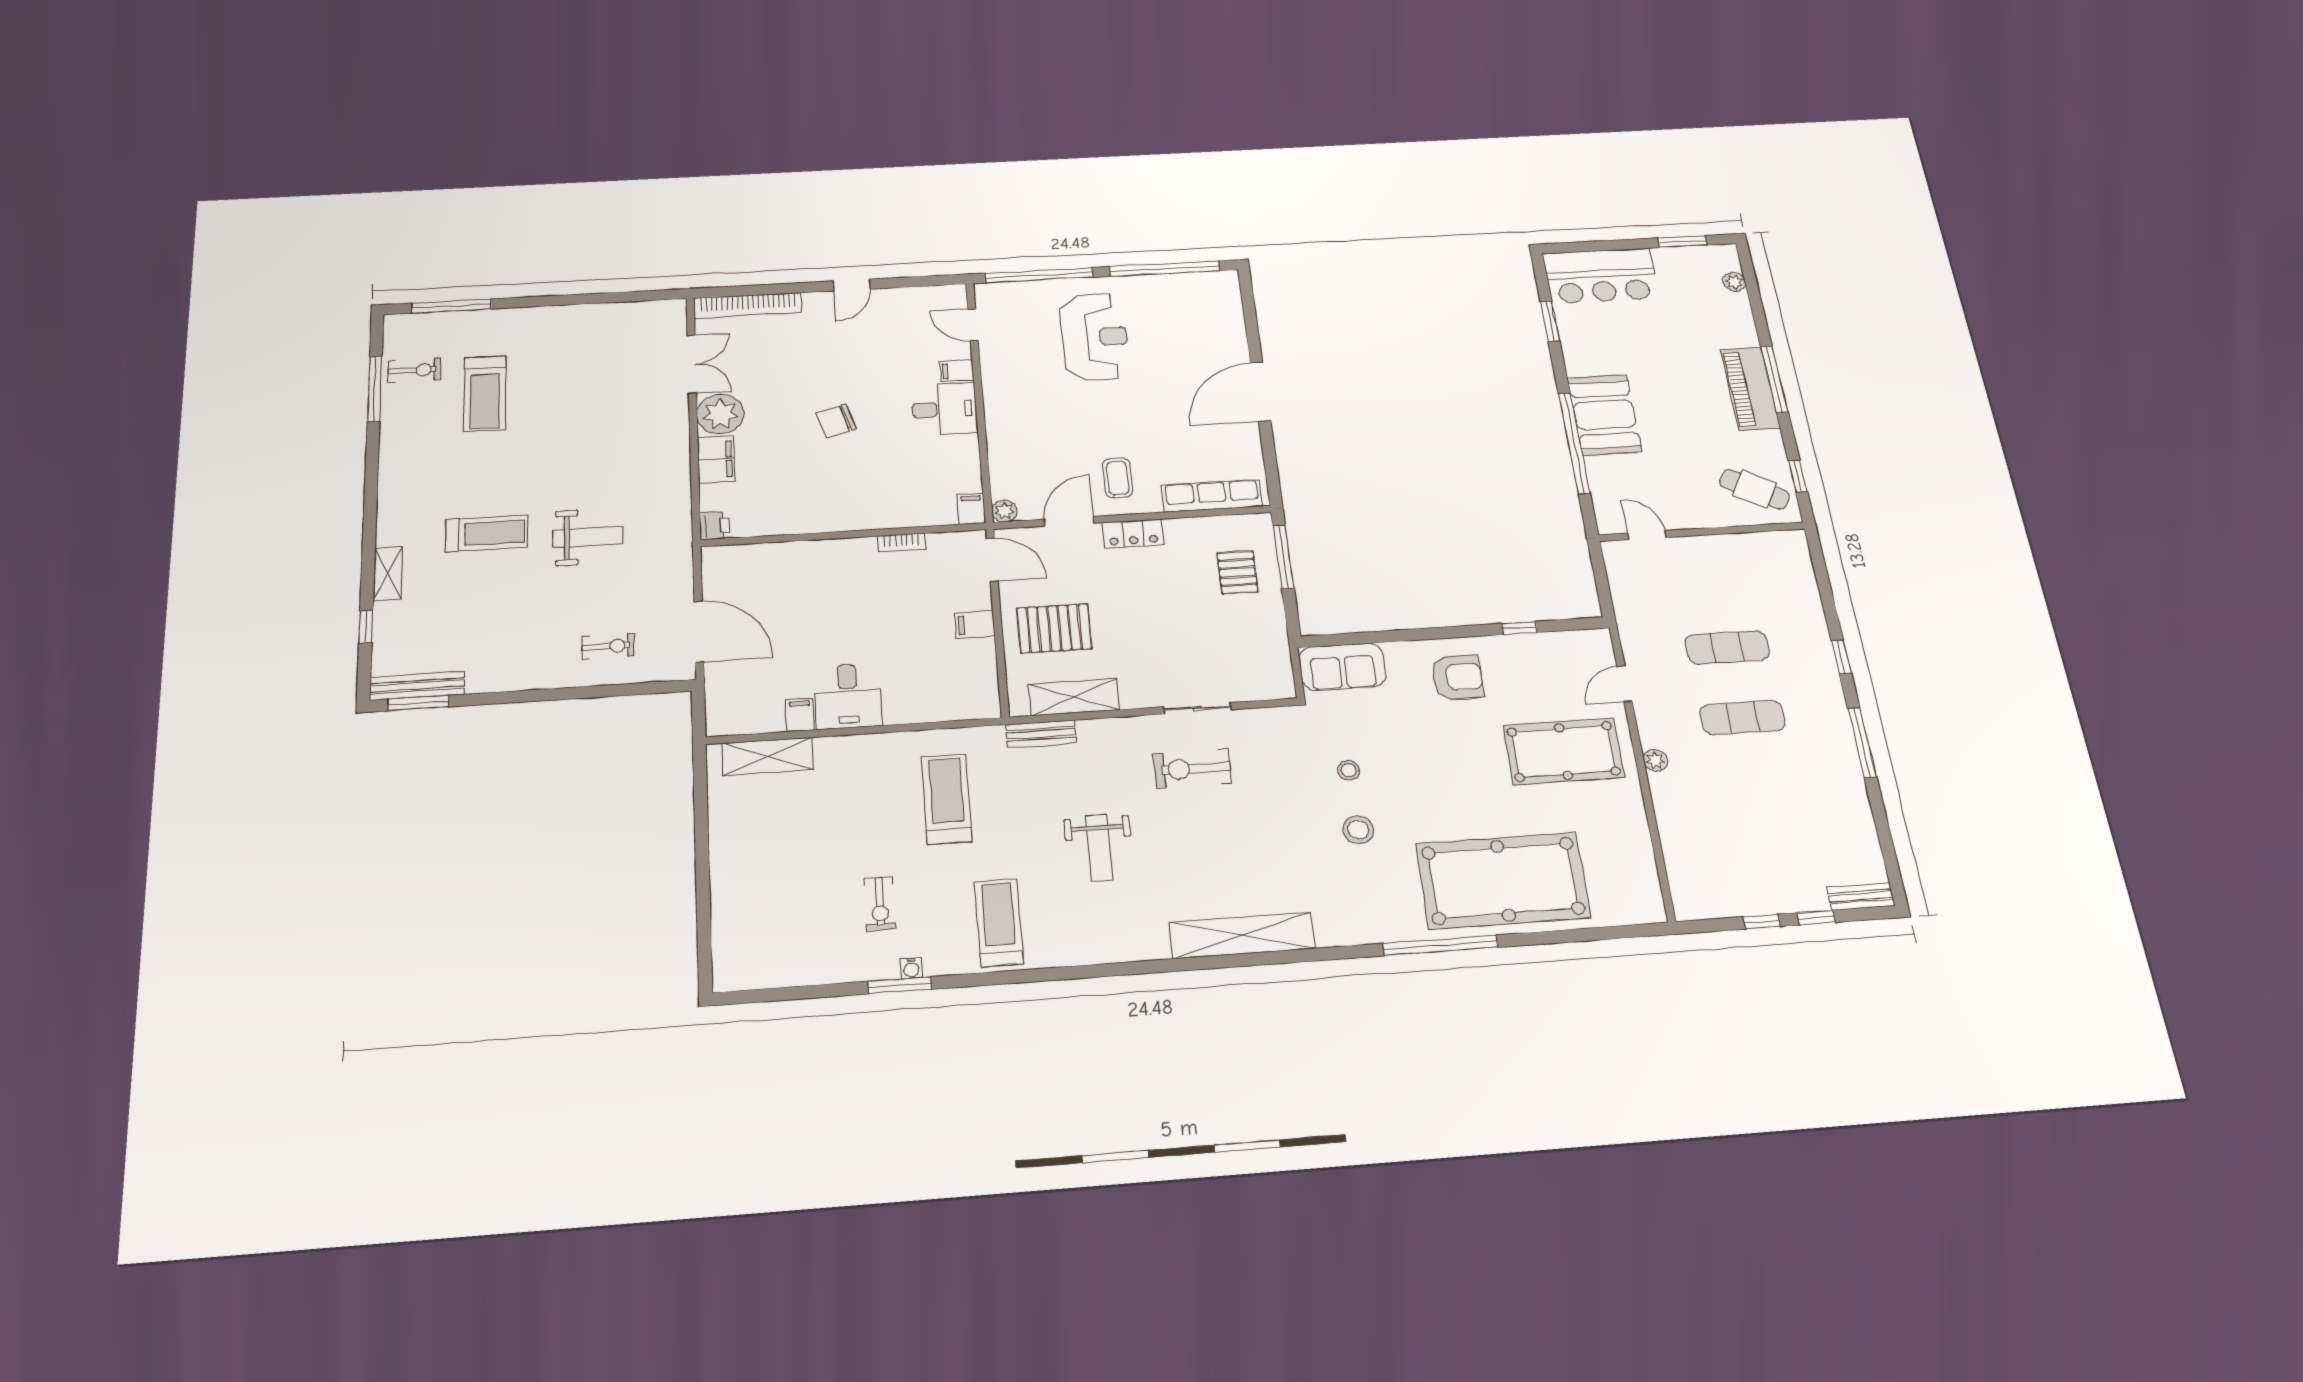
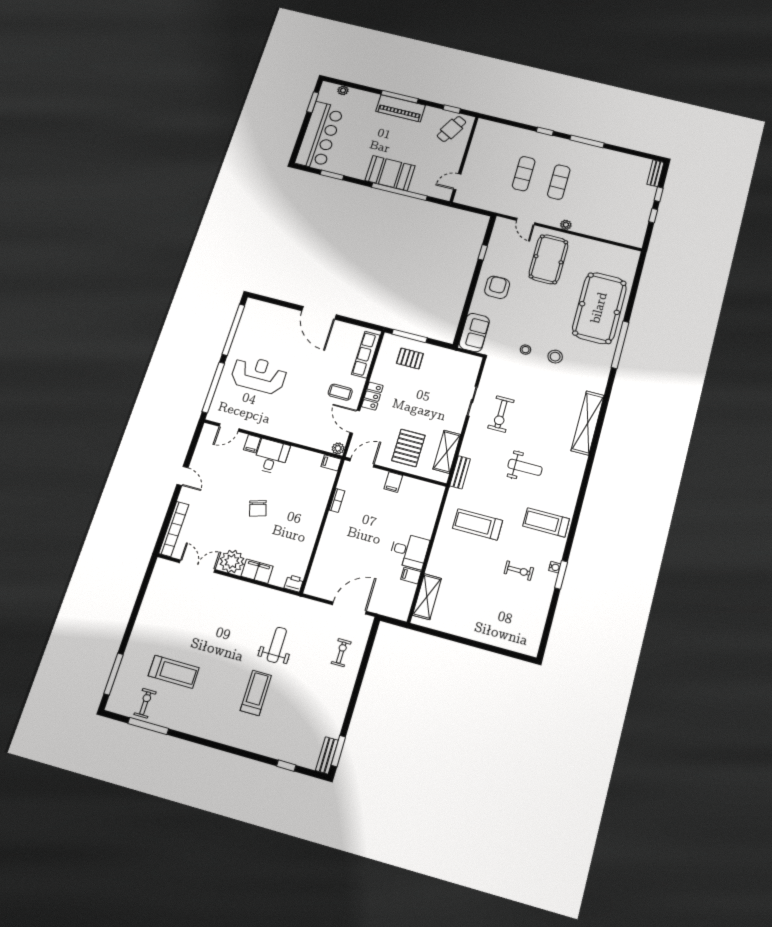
bar counter: (1601, 276) -> (319, 135), width x1.36
shelving: (388, 574) -> (260, 747), removed
bench: (417, 686) -> (327, 755), width x0.73

